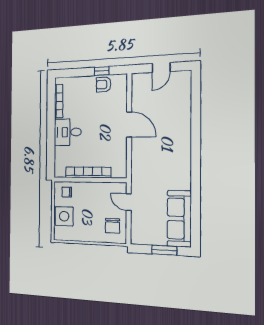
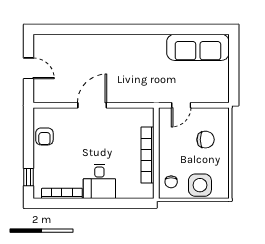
window: (102, 71) -> (28, 177), moved
chair: (113, 226) -> (206, 140), moved
window: (164, 250) -> (234, 64), removed

